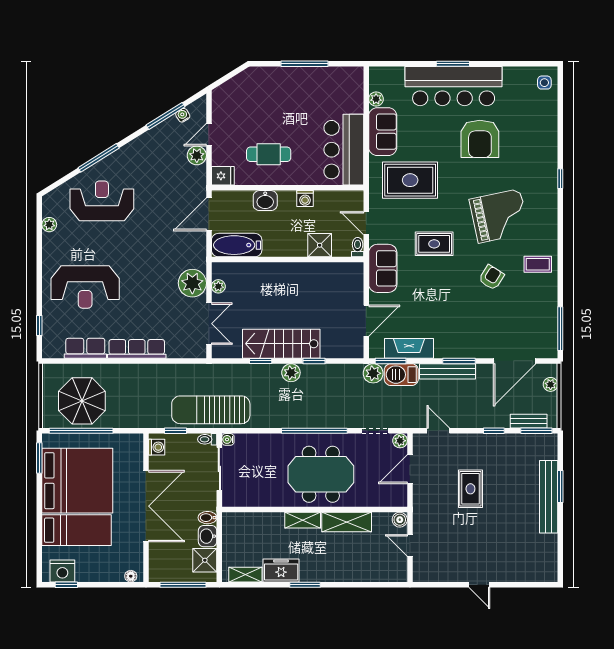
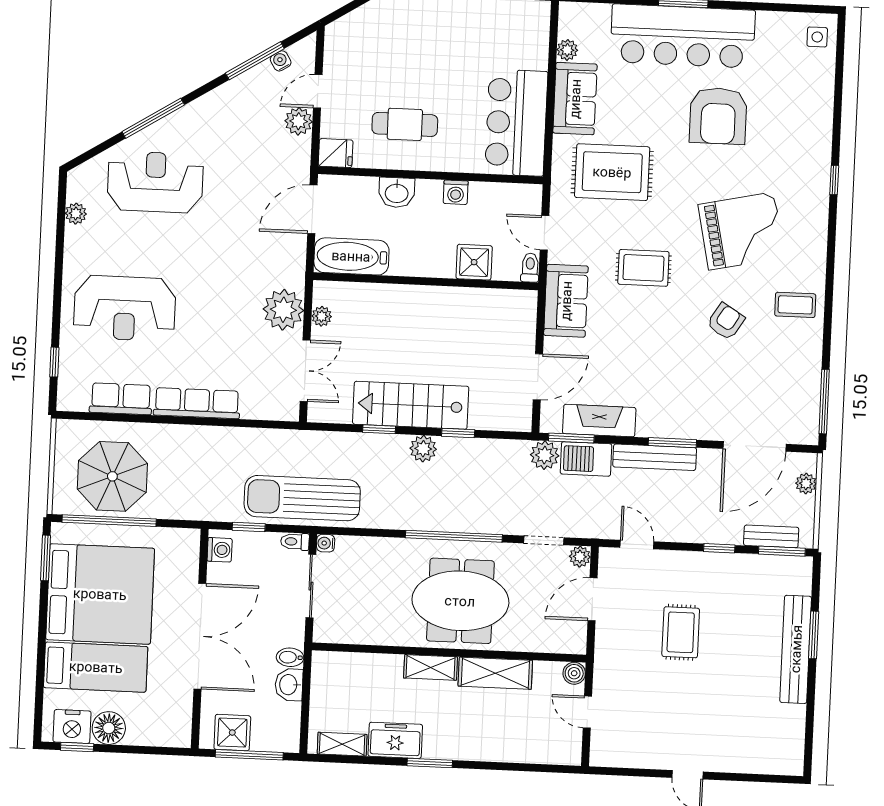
shower: (205, 560) -> (232, 733), moved
floor lamp: (131, 576) -> (109, 728), moved, width x1.89, depth x1.89

